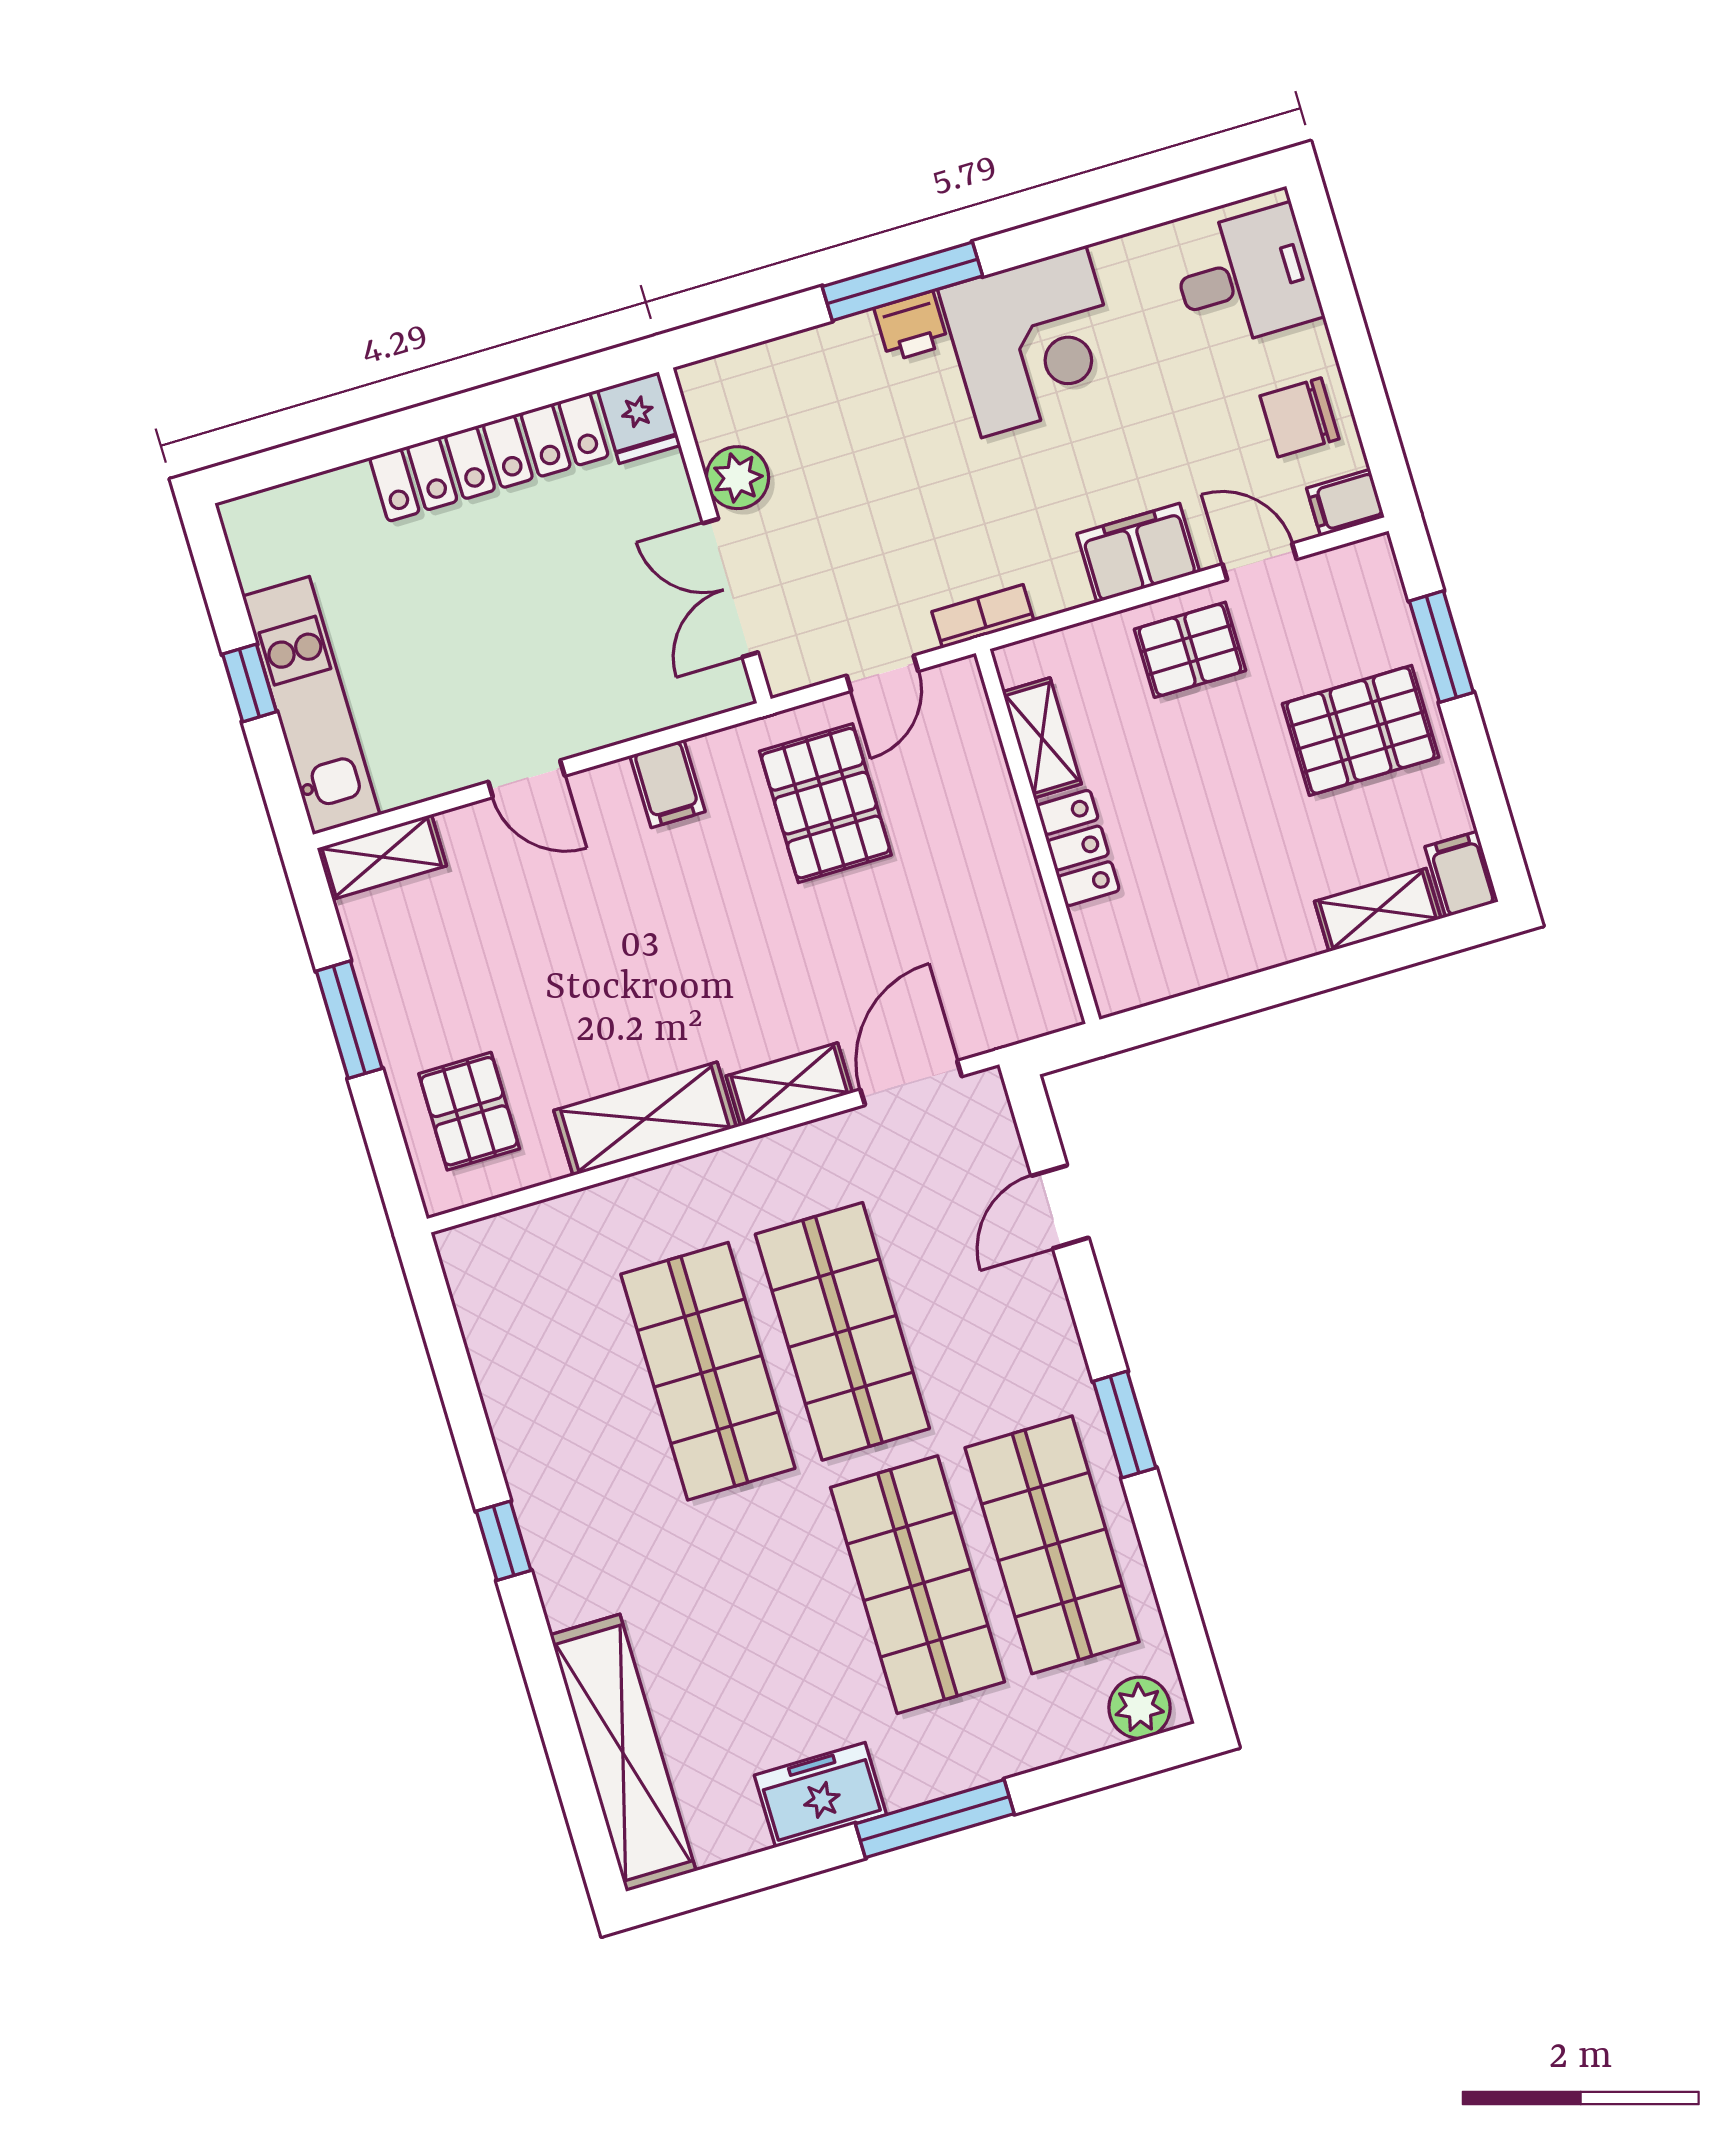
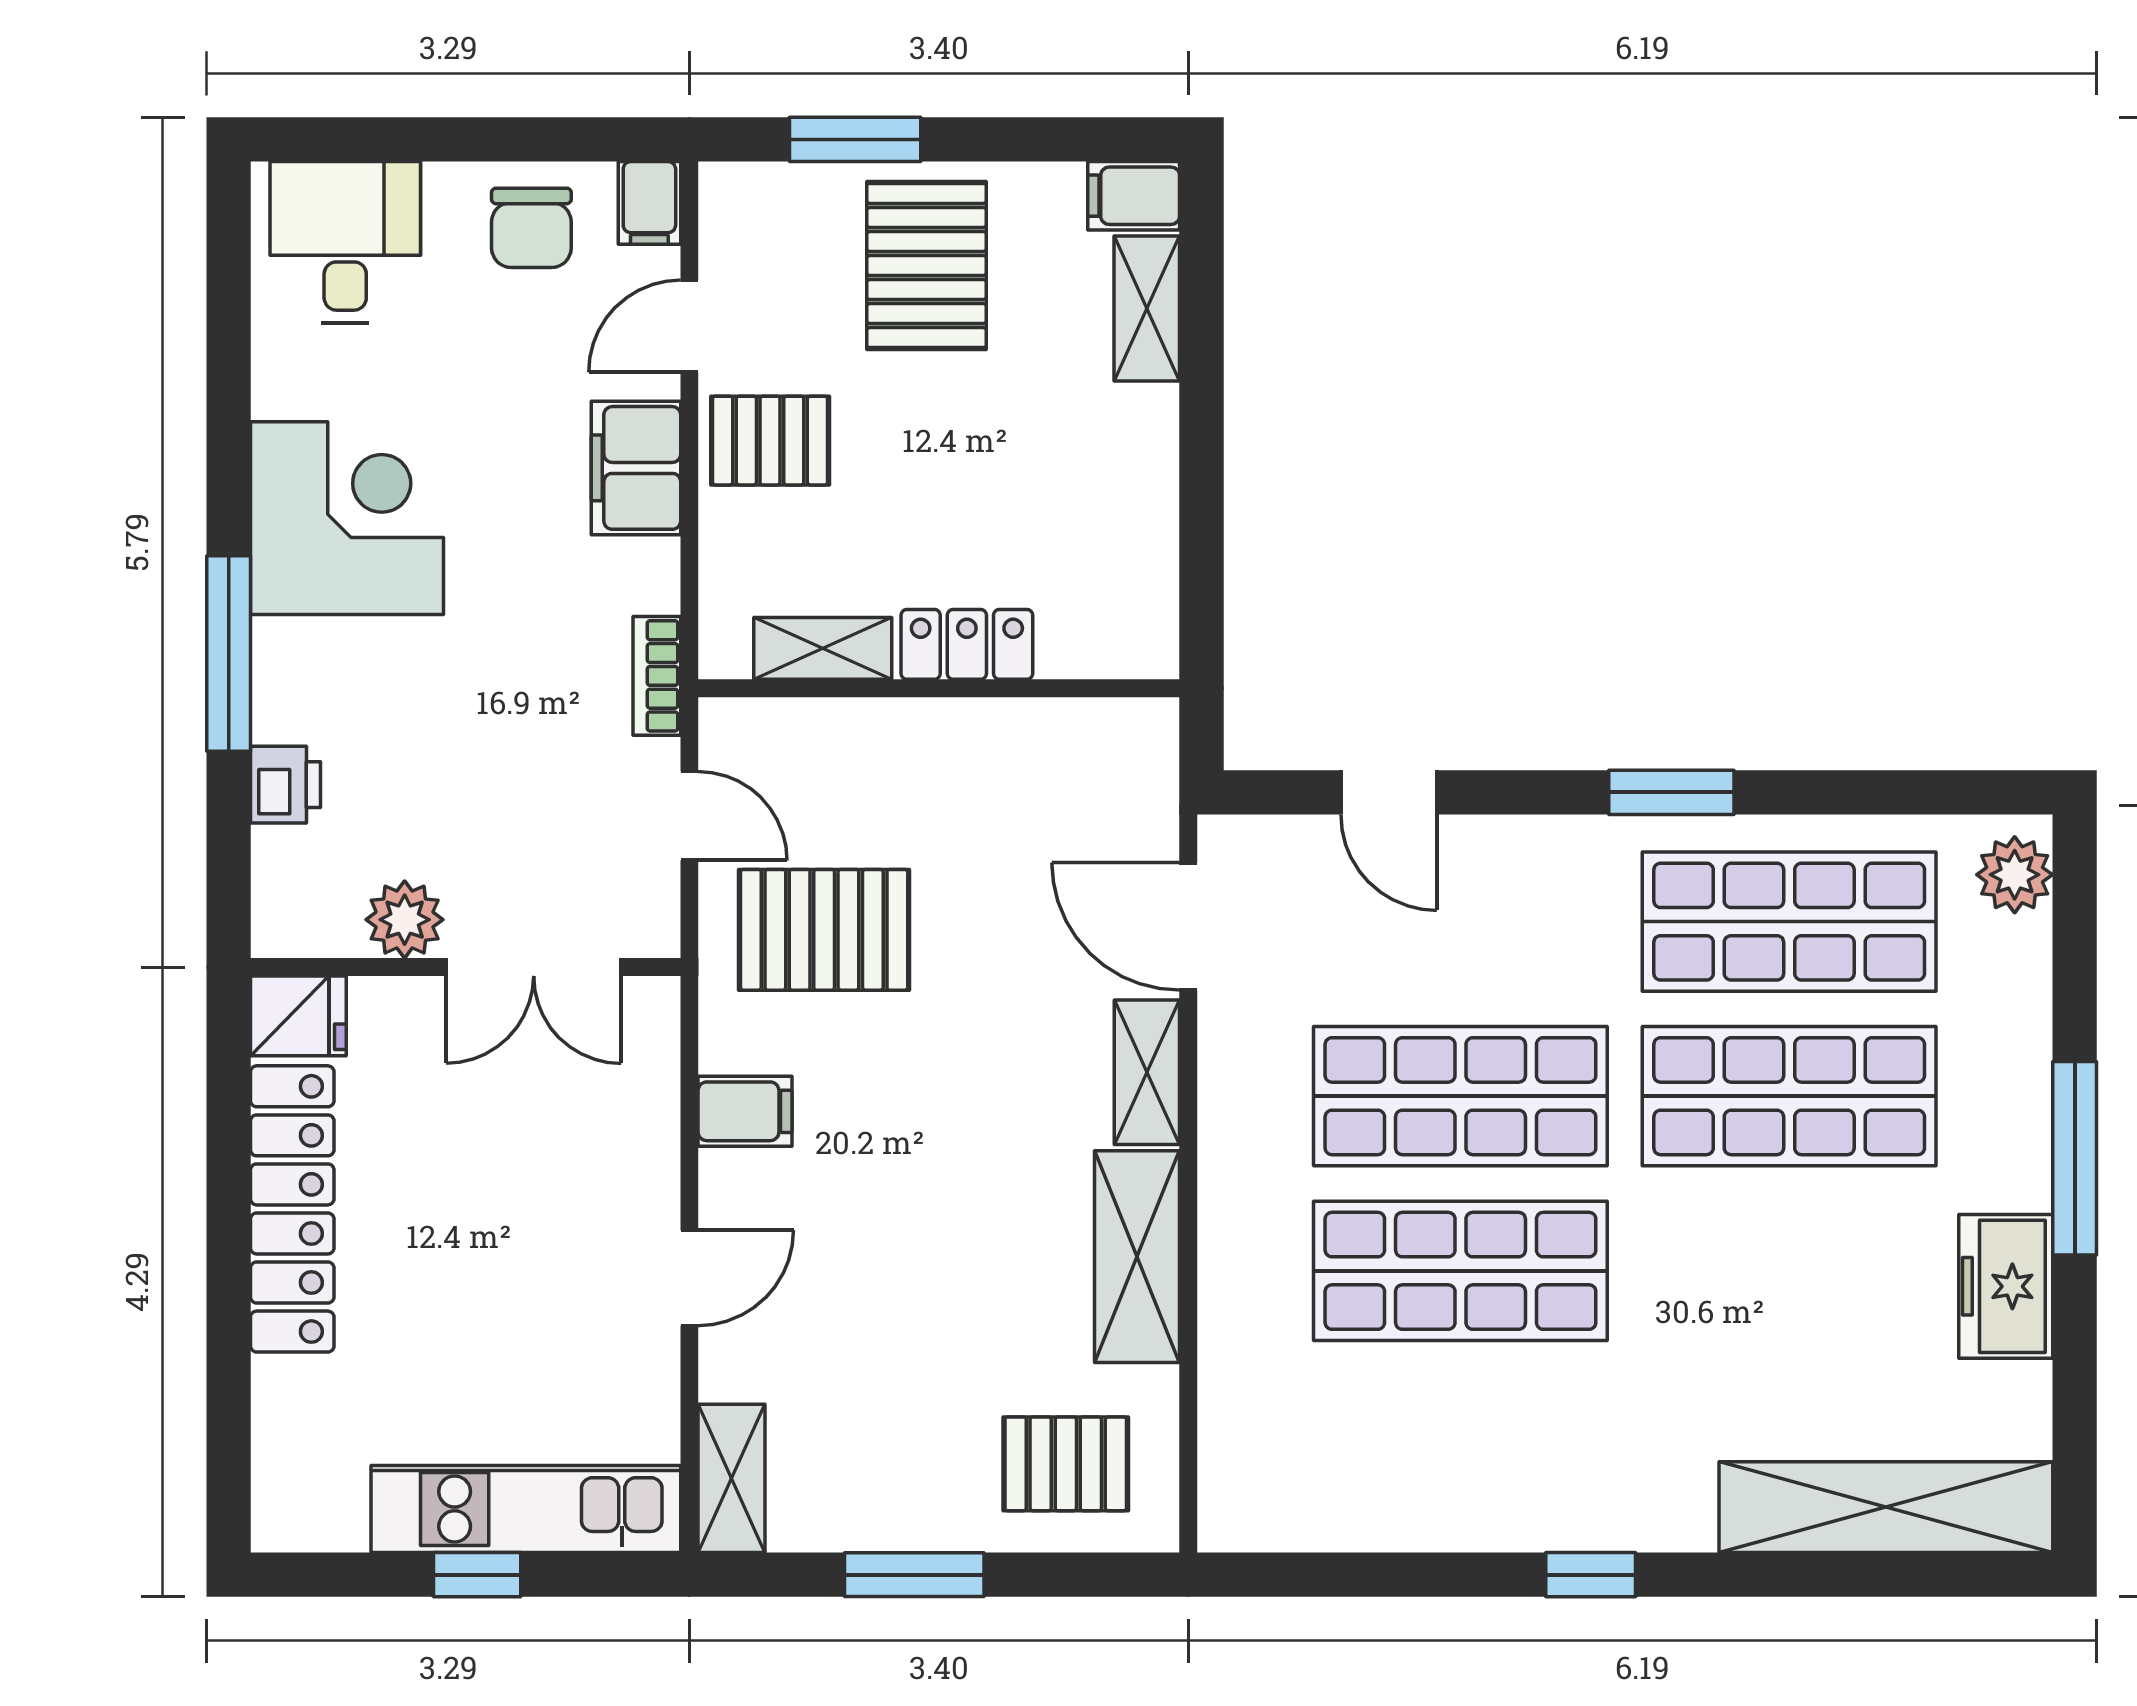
printer: (911, 326) -> (286, 785), moved
pallet: (1190, 650) -> (770, 441), turned 90

